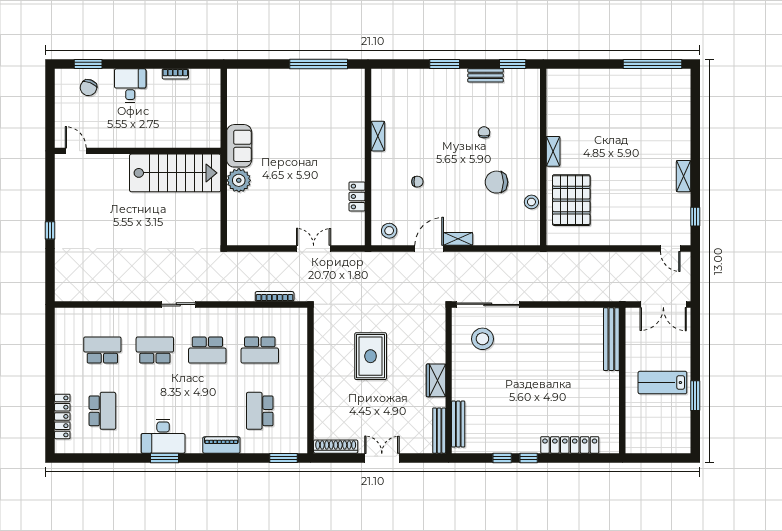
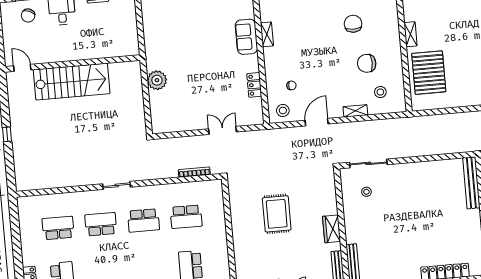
chair: (484, 132) -> (353, 24), width x1.87, depth x1.87
sofa: (239, 146) -> (246, 37), moved, turned 180
stairs: (175, 173) -> (72, 82), moved
chair: (417, 182) -> (291, 85), moved
stool: (531, 202) -> (380, 92), moved
shelving: (458, 239) -> (355, 111), moved
sliding door: (488, 304) -> (368, 163), width x0.73
stool: (482, 339) -> (366, 192), width x0.53, depth x0.53

